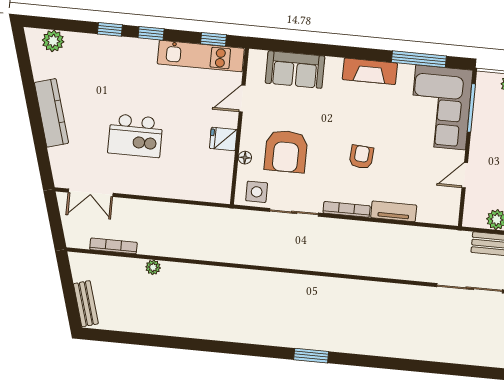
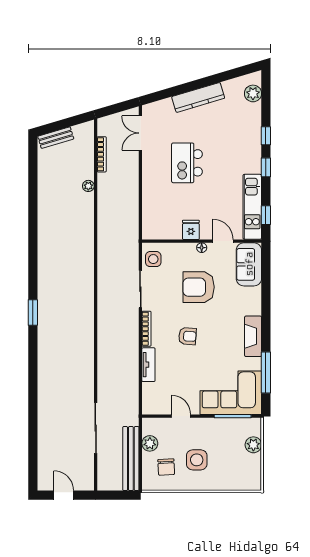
sofa: (295, 70) -> (249, 264), moved
armchair: (286, 151) -> (199, 287), moved
floor lamp: (245, 158) -> (202, 248), moved

